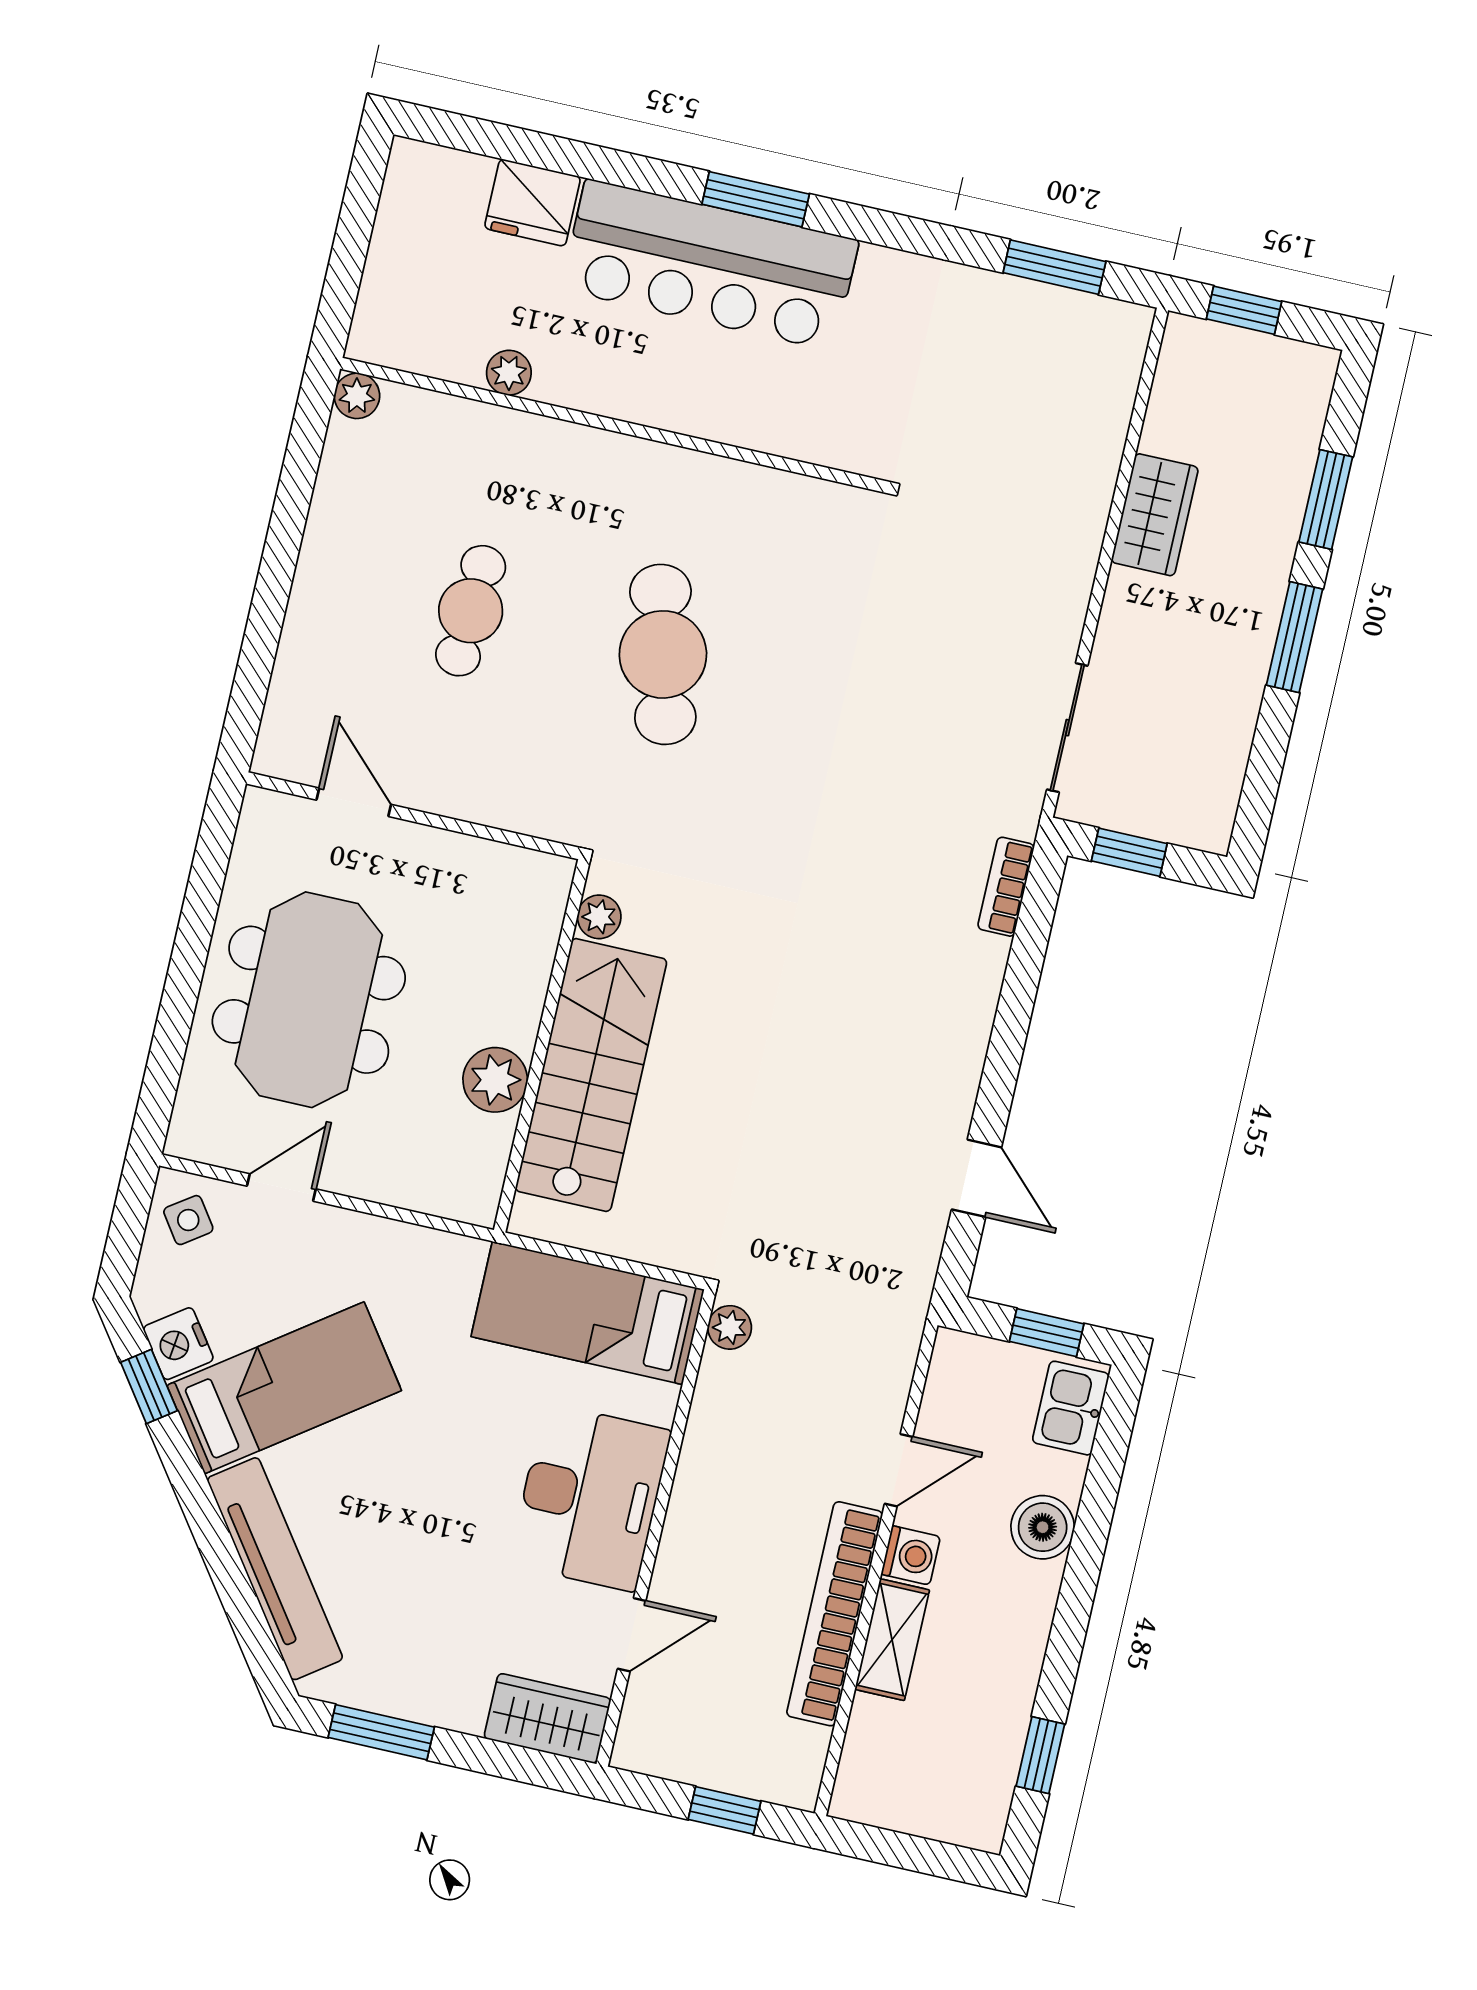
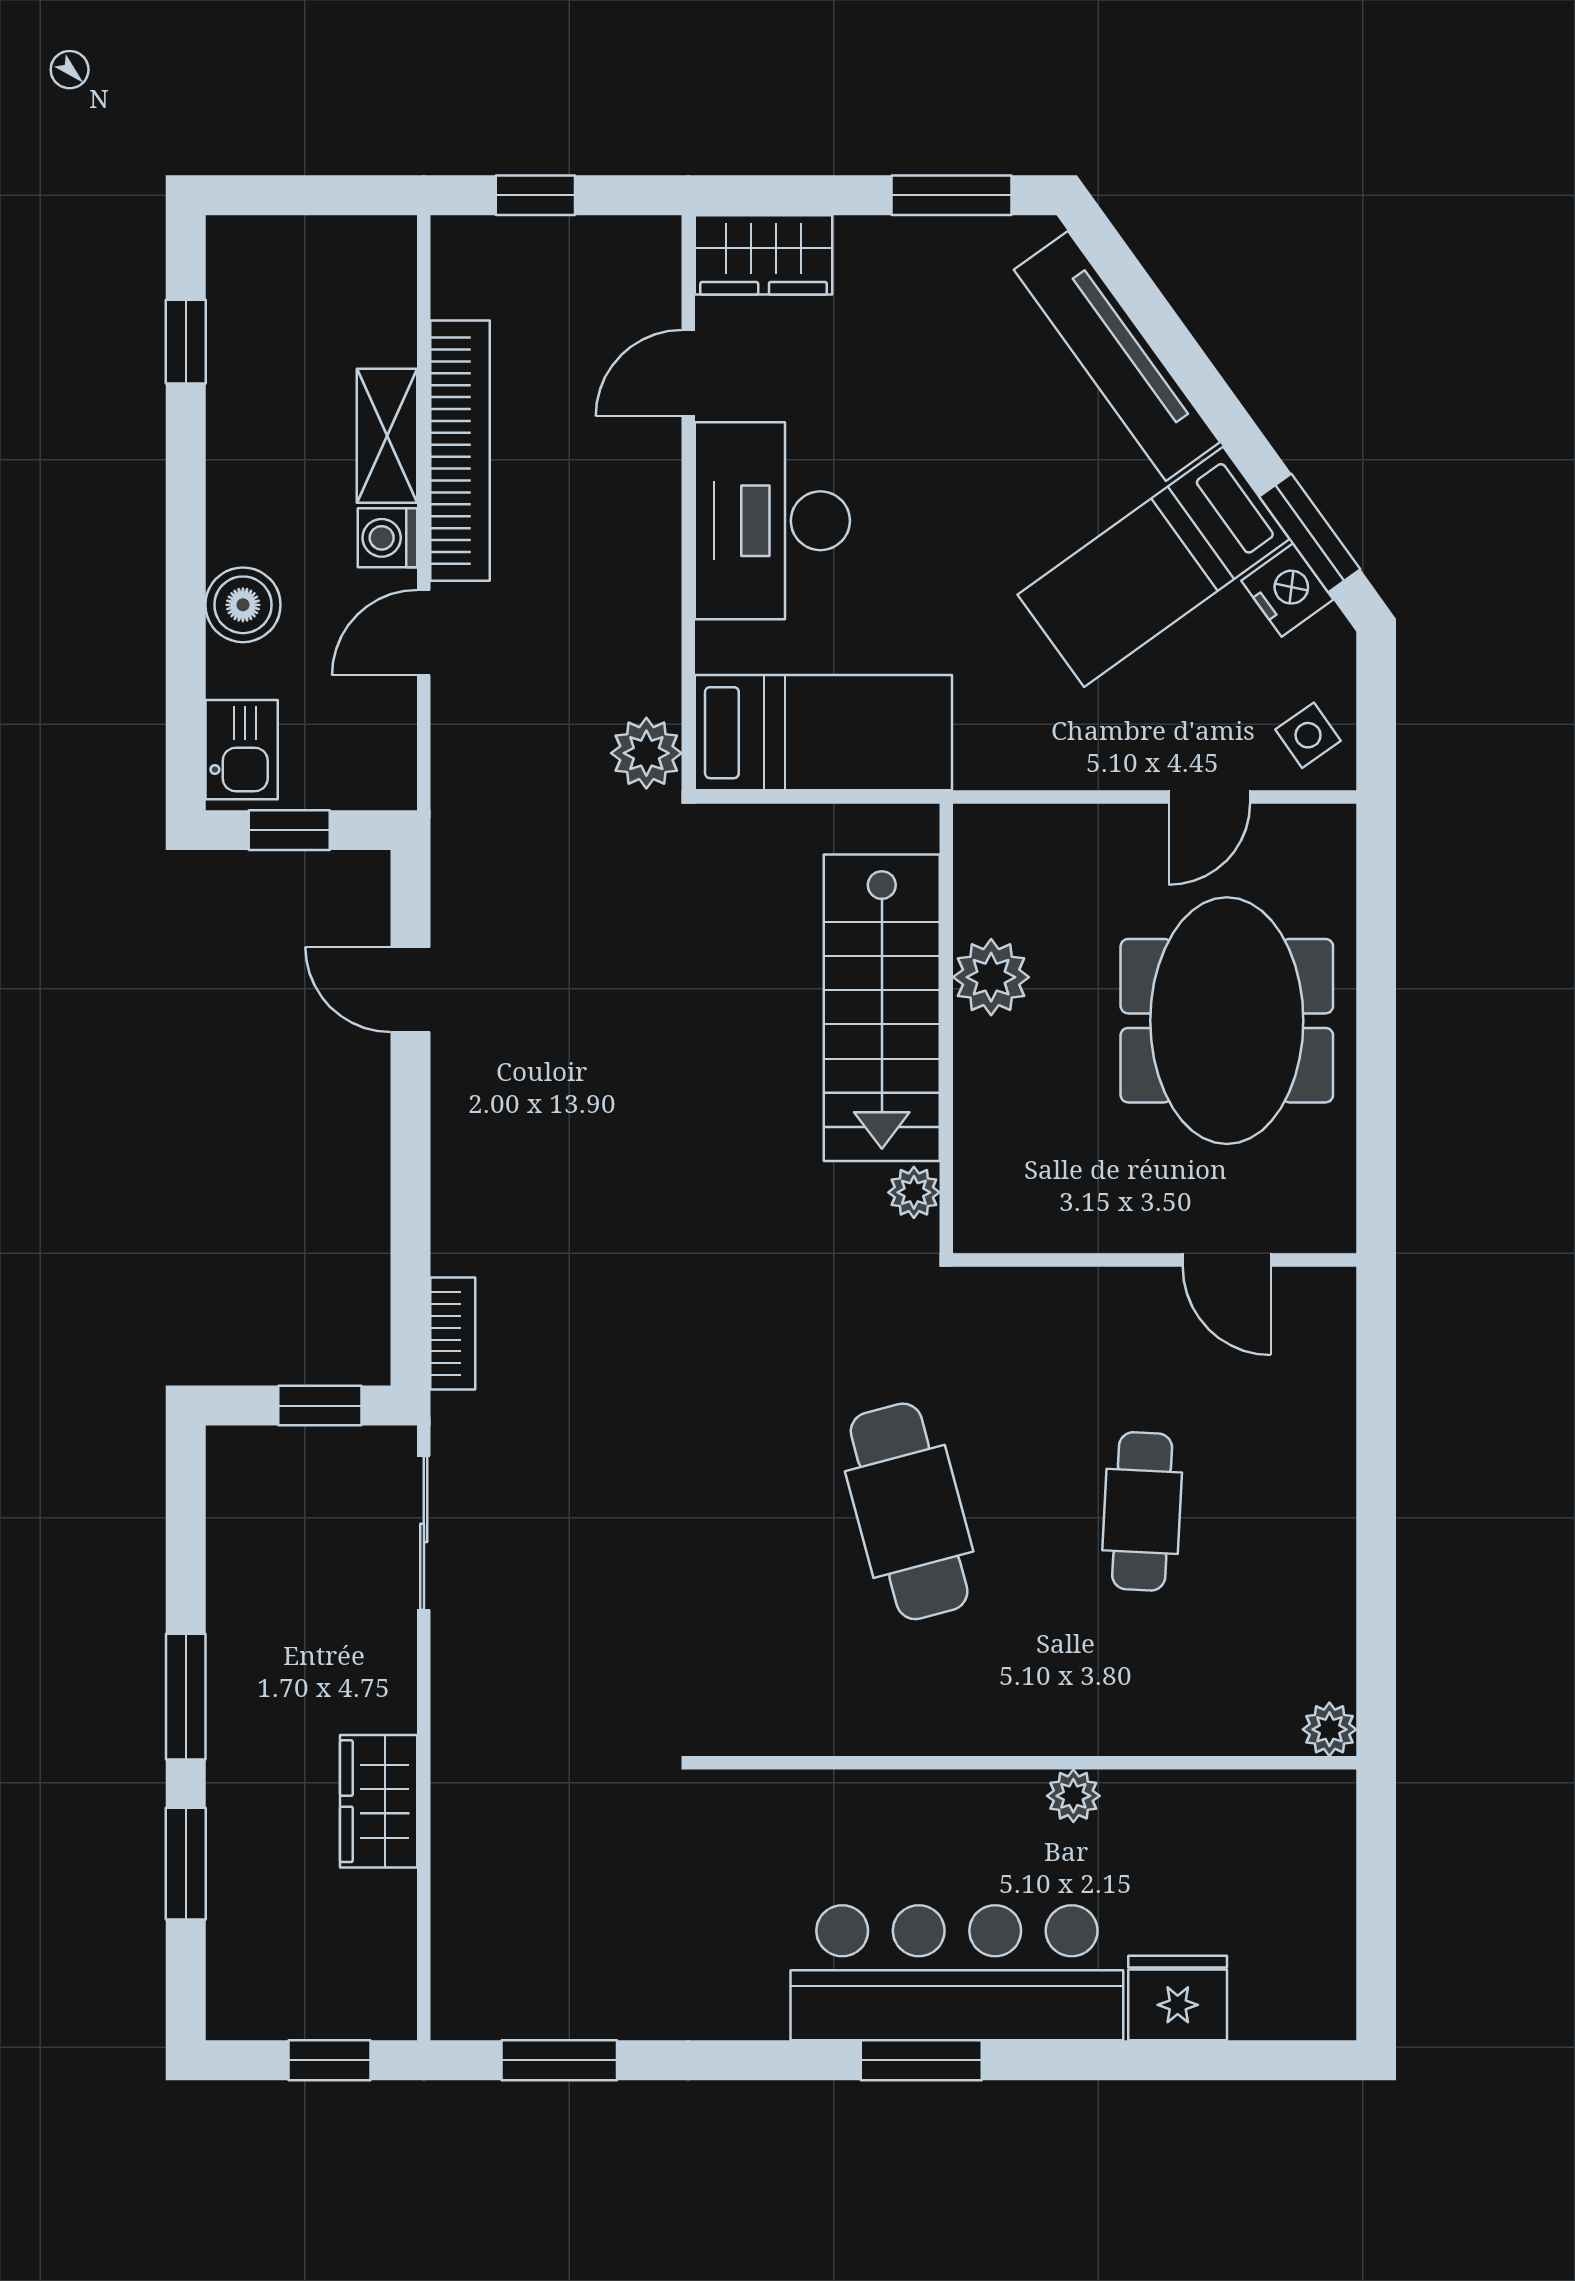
plant: (509, 373) -> (1073, 1796), moved
plant: (730, 1327) -> (646, 753), width x1.38, depth x1.38
window: (149, 1387) -> (1310, 533), width x1.50

